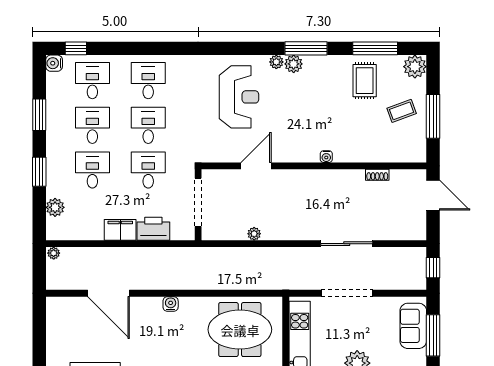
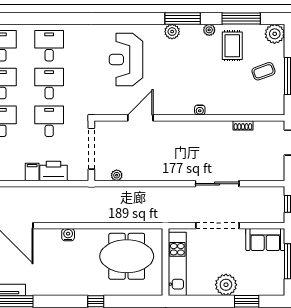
plant: (276, 62) -> (209, 30), moved
reception desk: (239, 97) -> (126, 60), turned 180
filing cabinet: (120, 230) -> (32, 172), width x0.50
plant: (254, 234) -> (117, 175), moved
sofa: (413, 326) -> (265, 240), moved, turned -90

